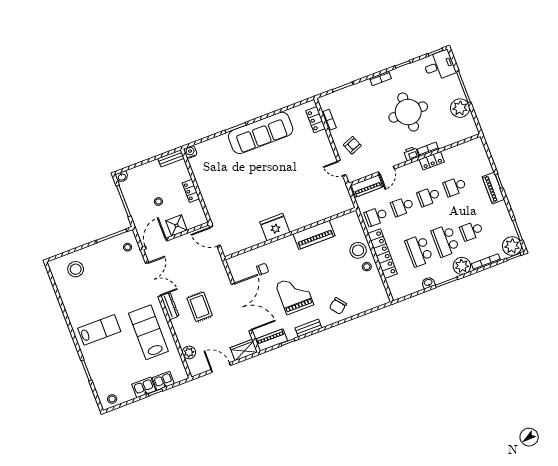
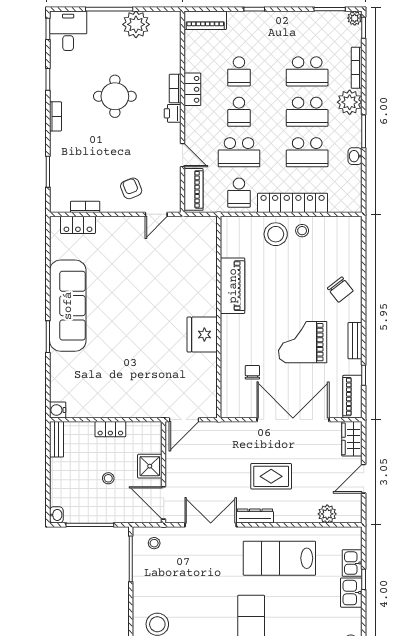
round table: (408, 112) -> (115, 96), width x0.73, depth x0.73
piano: (493, 188) -> (205, 20), moved
school desk: (402, 206) -> (239, 152), width x1.85
school desk: (472, 231) -> (307, 71), width x1.85
plant: (512, 246) -> (355, 18), width x0.53, depth x0.53

